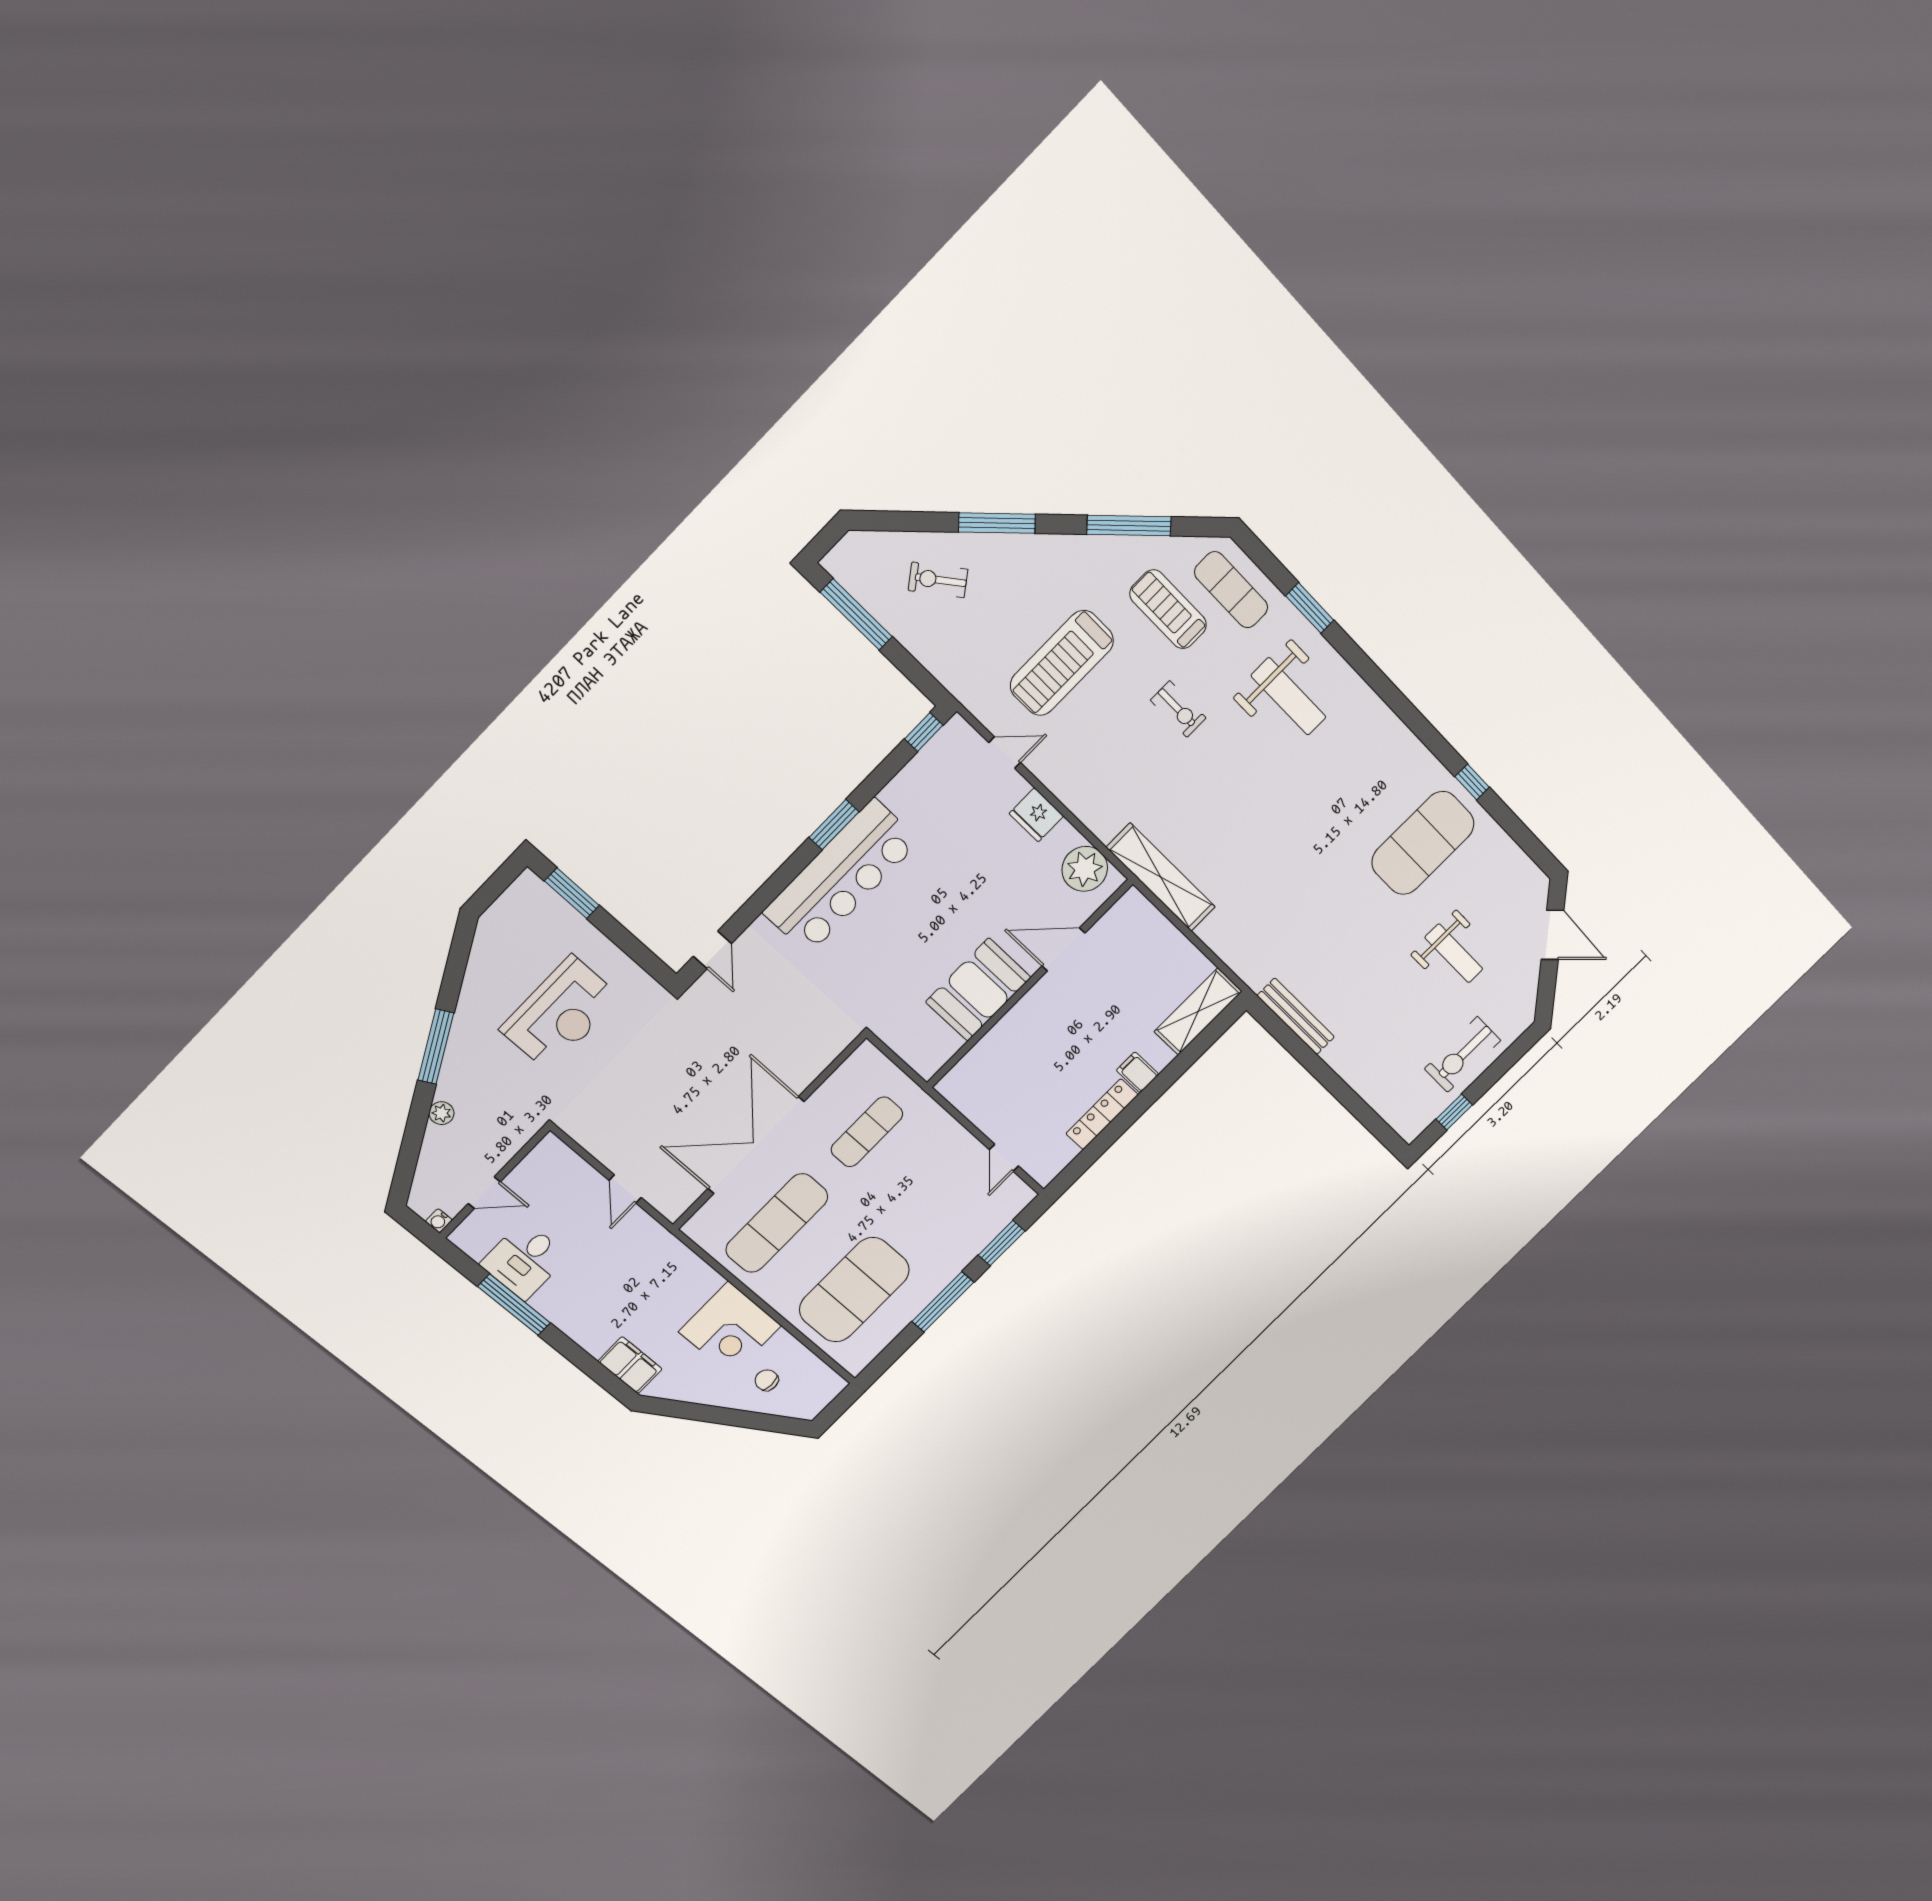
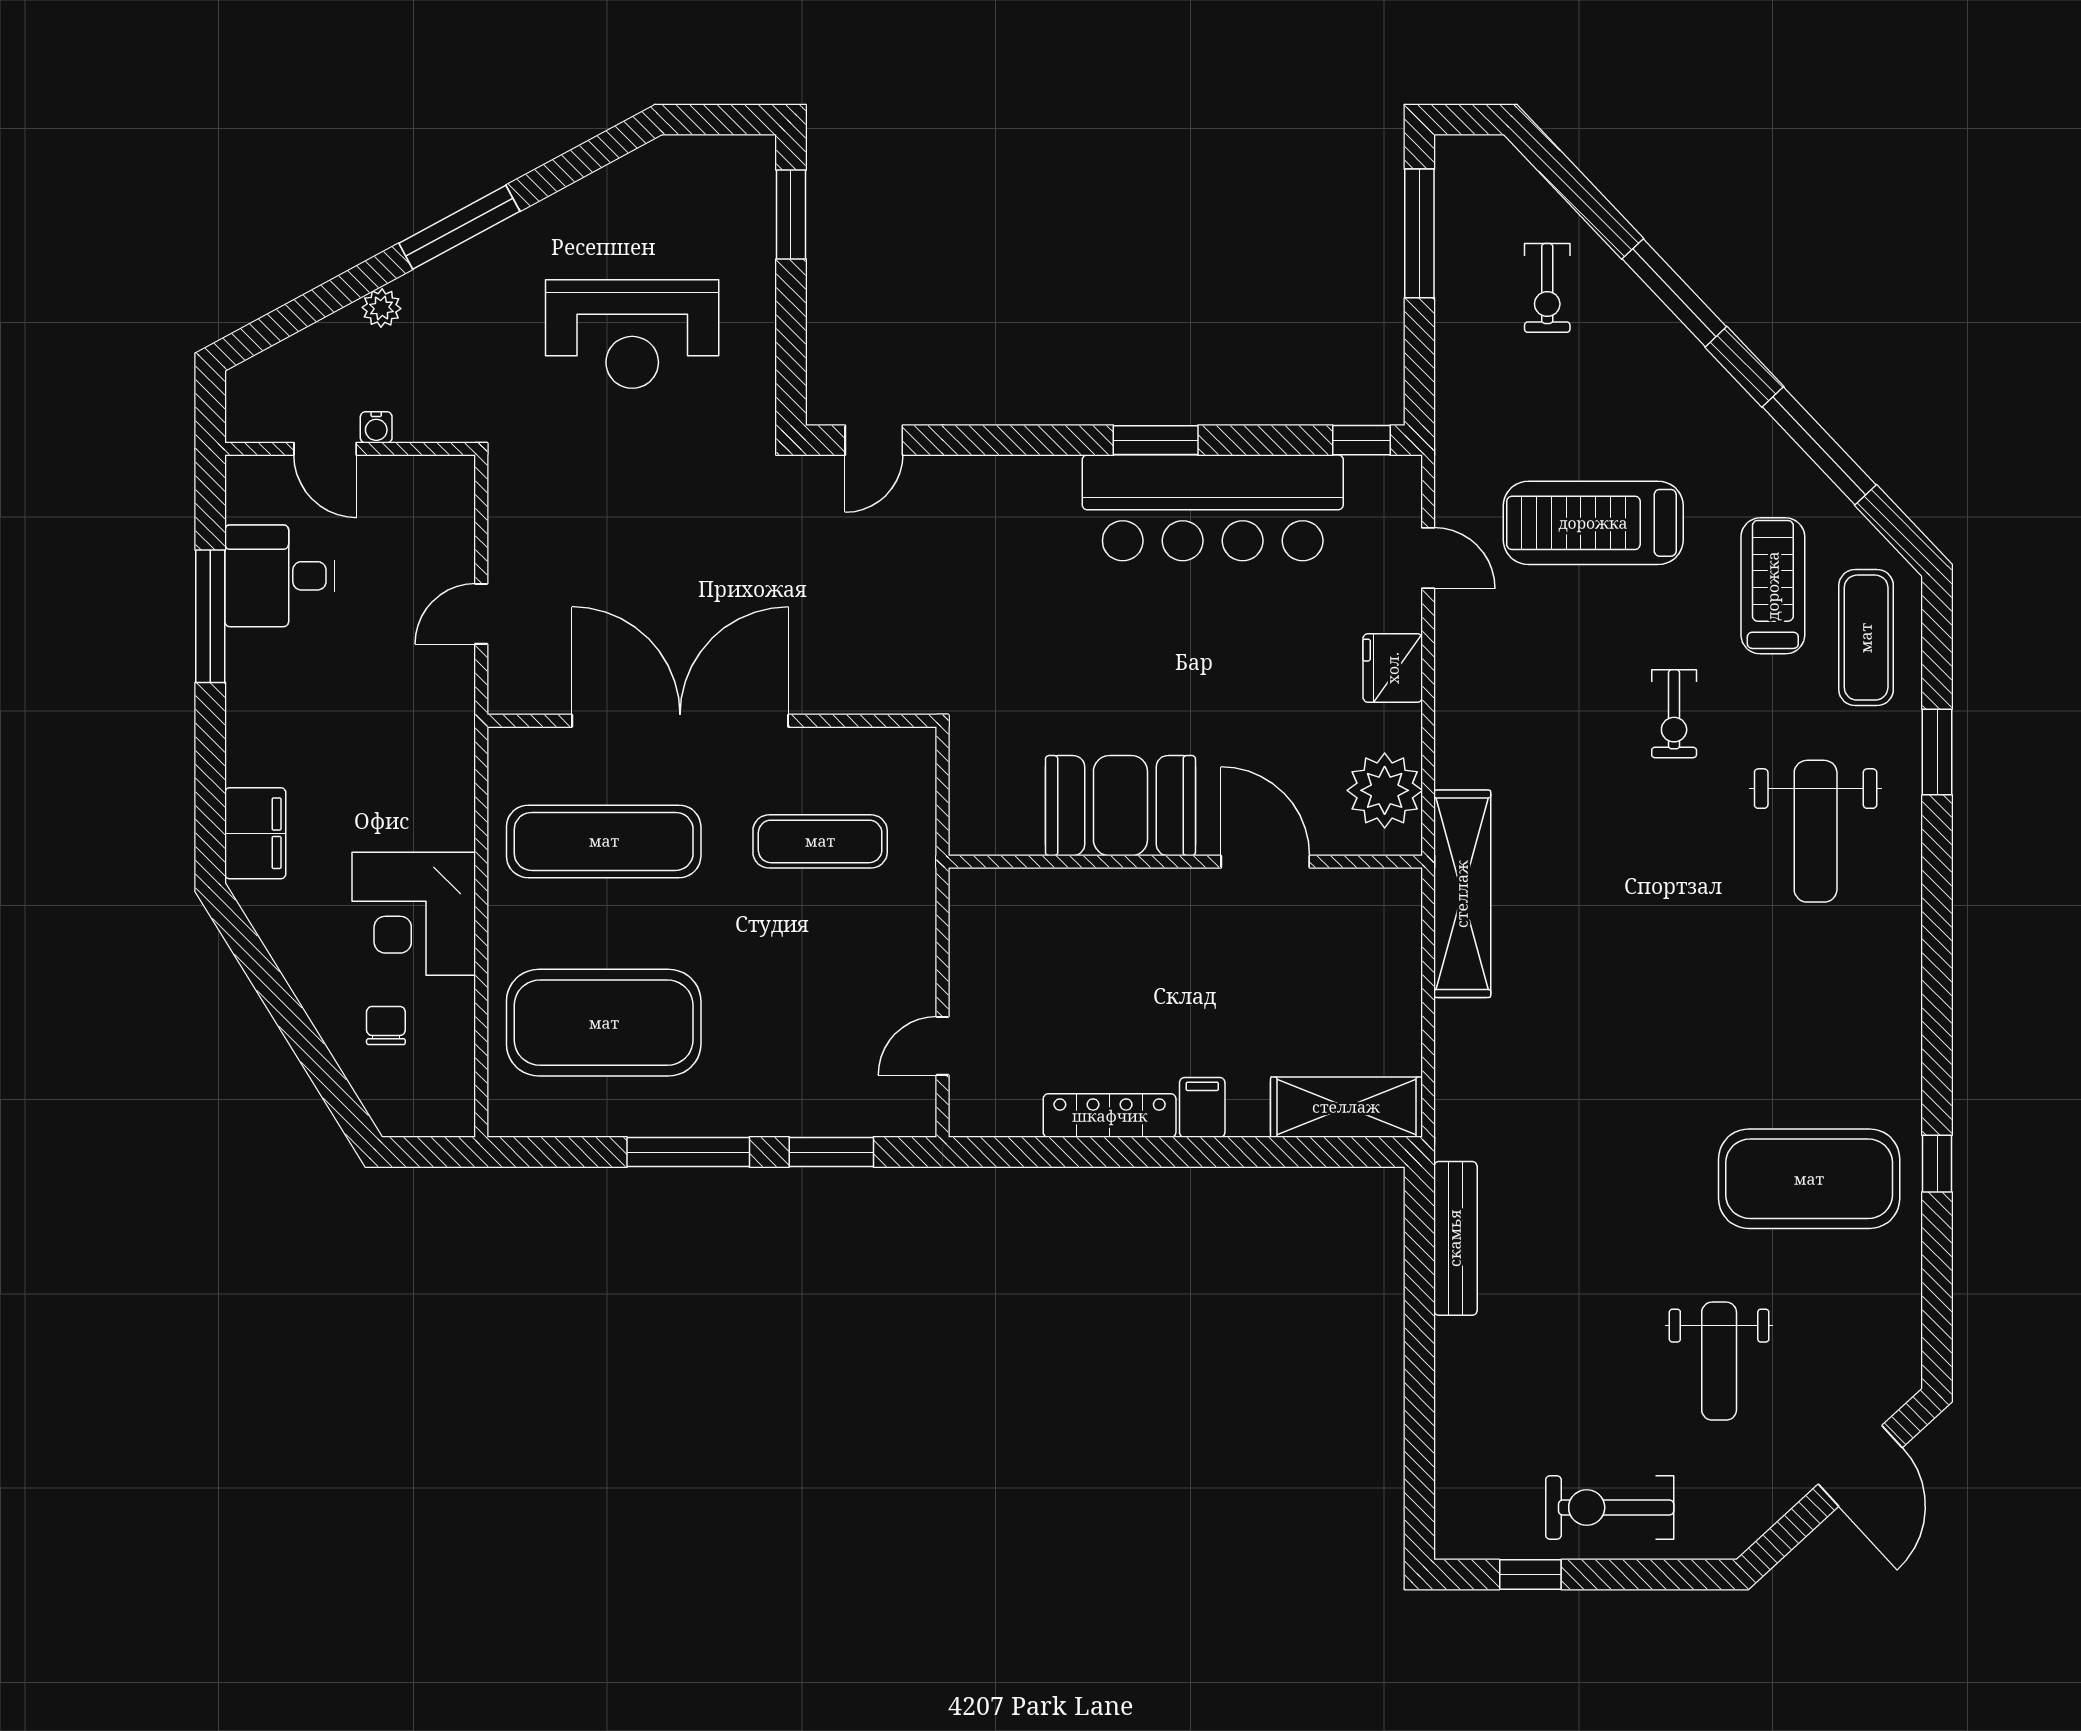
exercise bike: (938, 580) -> (1547, 288), turned -143
bar counter: (841, 877) -> (1213, 508), moved
water cooler: (439, 1221) -> (376, 427), moved, turned -90

